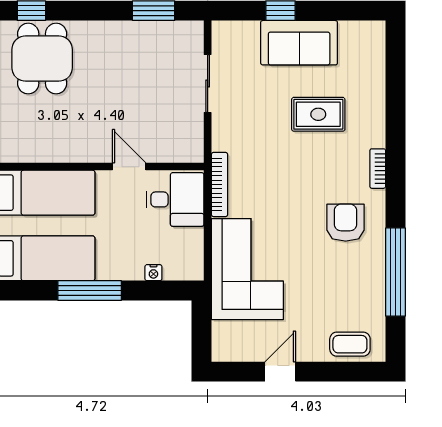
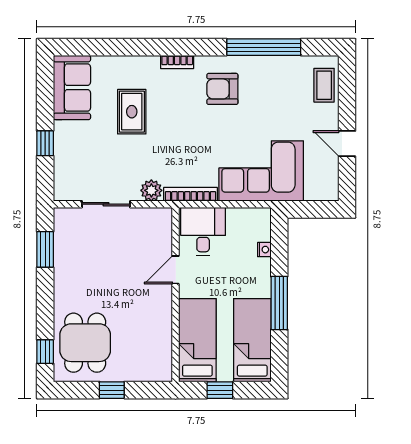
sofa: (299, 43) -> (72, 88), moved
dining table: (42, 59) -> (85, 343), turned 90
plant: (224, 138) -> (151, 190), added

